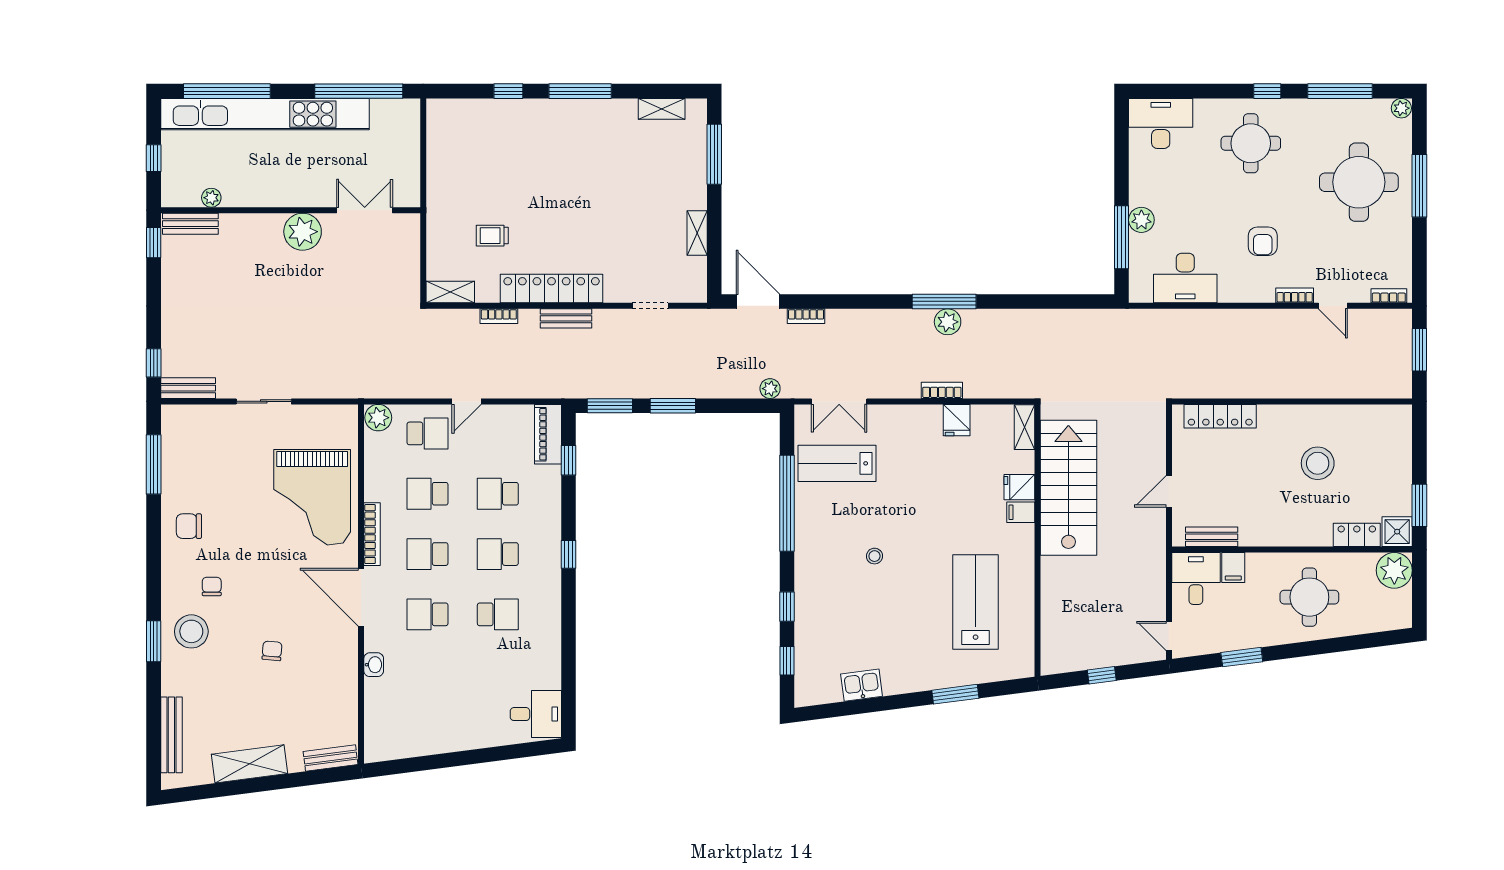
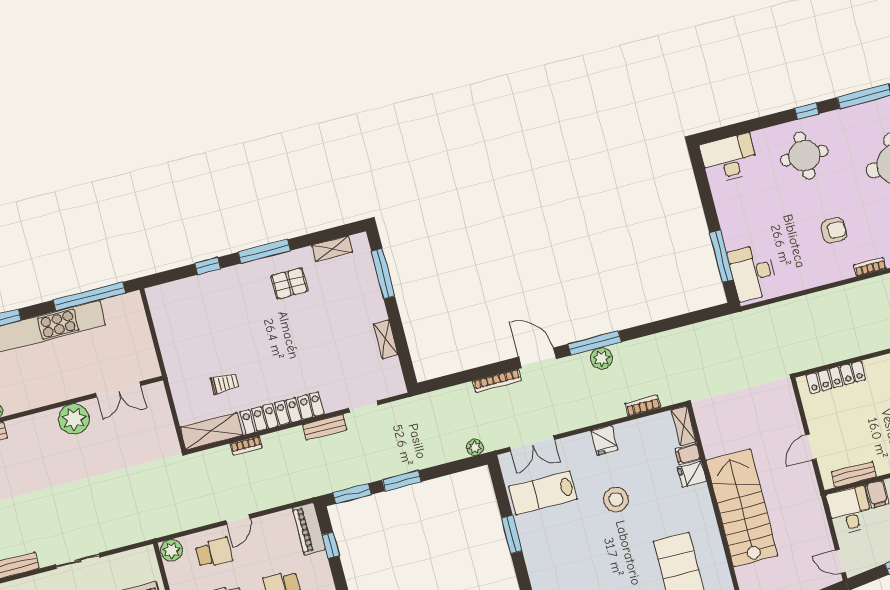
pallet: (600, 137) -> (289, 283), added
double door: (365, 210) -> (118, 389), swing flipped
plant: (1141, 220) -> (734, 238), removed
trolley: (492, 236) -> (224, 383), turned 180
armchair: (1263, 241) -> (834, 230), turned -90
desk: (1185, 278) -> (753, 272), moved, turned 90
shelving: (450, 292) -> (212, 431), width x1.50, depth x1.33
door: (758, 301) -> (537, 358), moved
bookcase: (806, 316) -> (497, 381), width x1.56
bench: (566, 318) -> (325, 427), moved
bookcase: (942, 390) -> (643, 405), moved
fridge: (957, 420) -> (604, 440), moved
stairs: (1068, 488) -> (742, 508), moved
window: (787, 503) -> (512, 534), width x0.47
filing cabinet: (1021, 512) -> (688, 454), moved
stool: (874, 556) -> (616, 500), moved, width x1.89, depth x1.89

